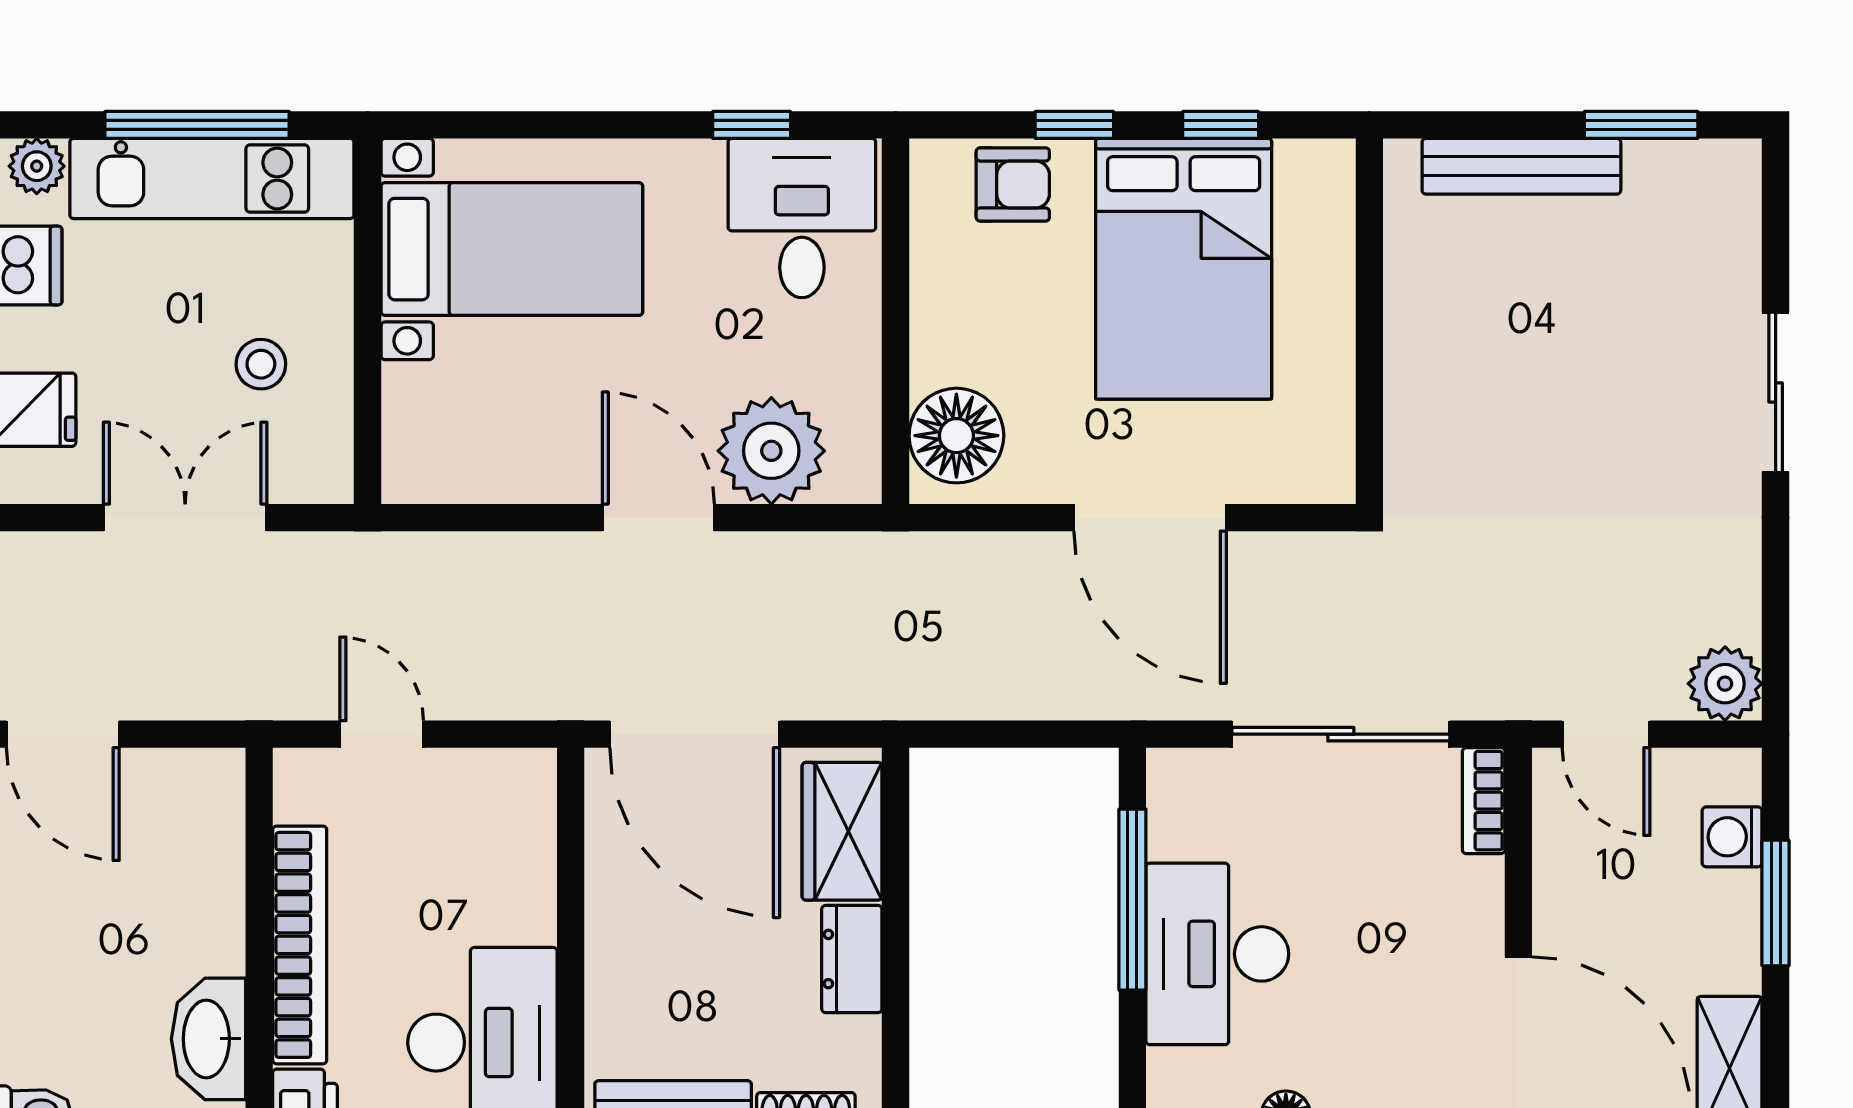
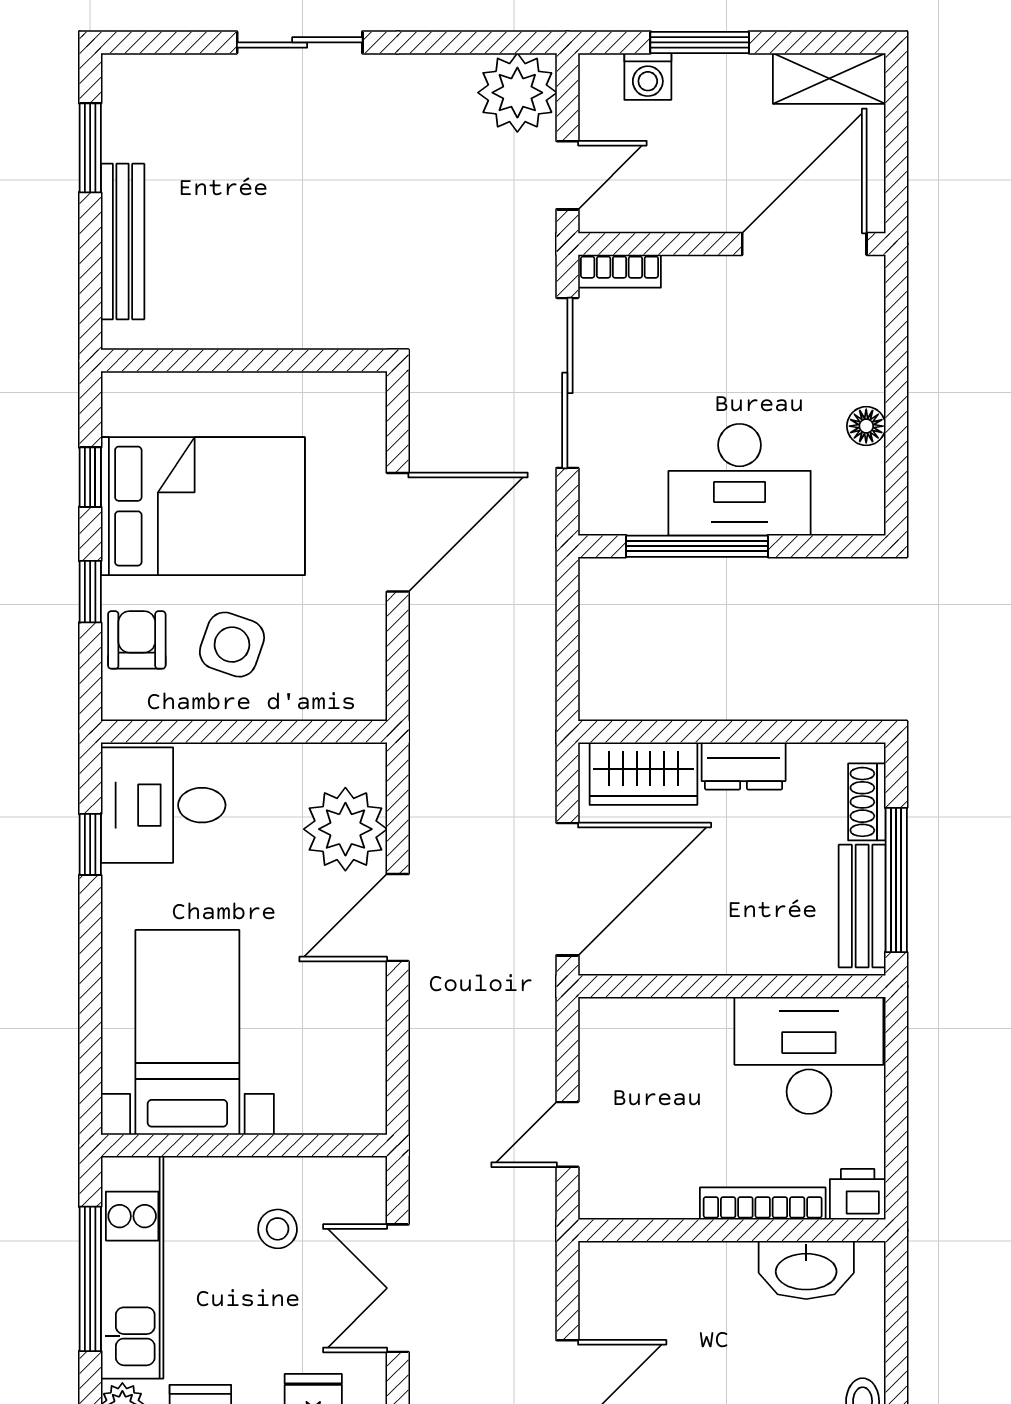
side table: (1007, 306) -> (232, 645), added
floor lamp: (956, 436) -> (333, 684), removed
plant: (1725, 684) -> (517, 93), width x1.36, depth x1.36
bookcase: (300, 945) -> (763, 1204), width x0.68, depth x0.76

